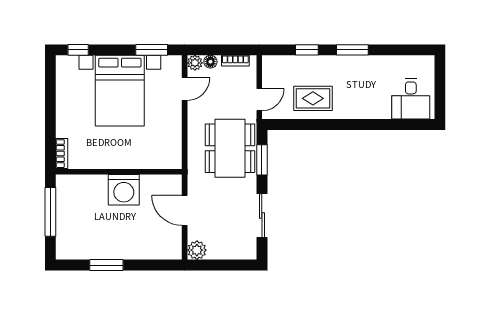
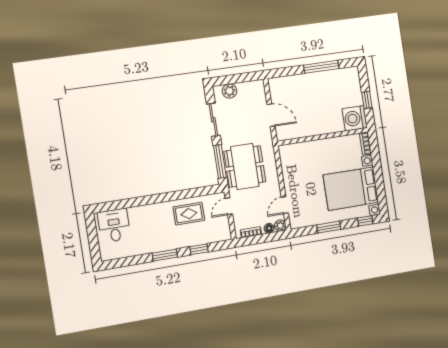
window: (152, 50) -> (329, 227), moved
bed with nightstands: (120, 91) -> (351, 189), moved, turned -90
window: (262, 160) -> (220, 161), width x1.44
washing machine: (124, 190) -> (355, 118), moved, turned -90
window: (50, 212) -> (367, 100), width x0.46
plant: (197, 250) -> (229, 91), moved
window: (106, 265) -> (321, 67), width x1.44

